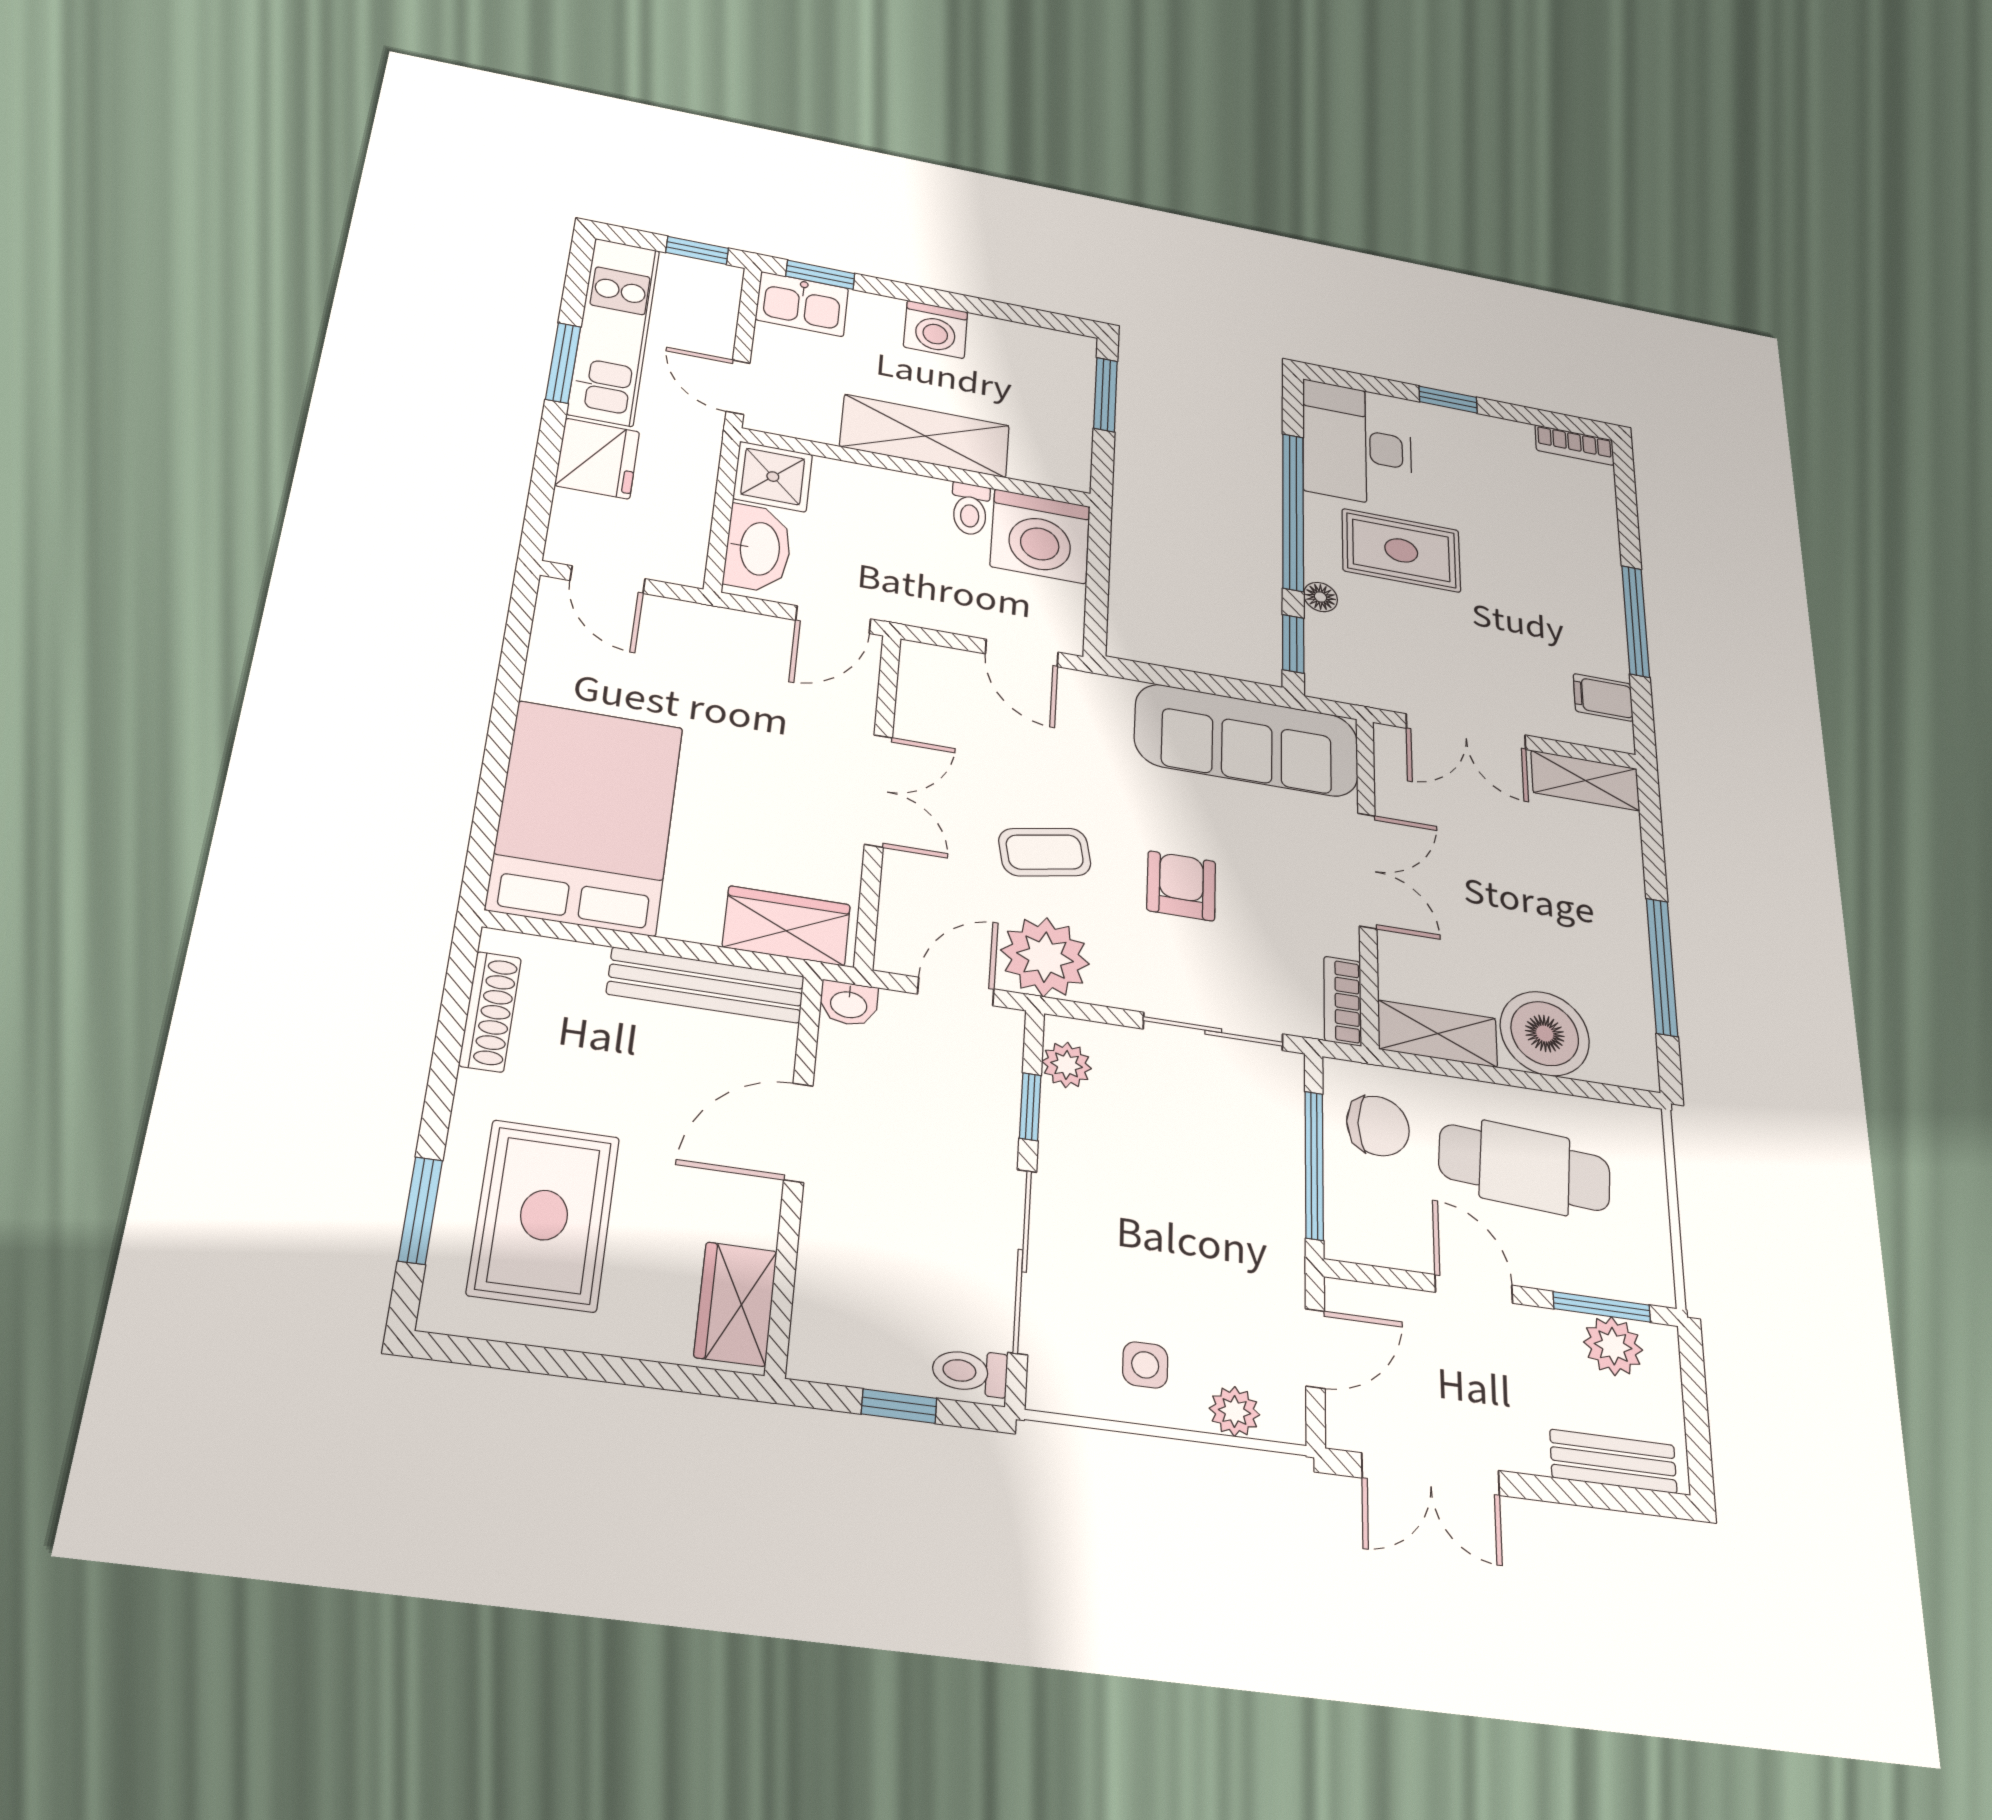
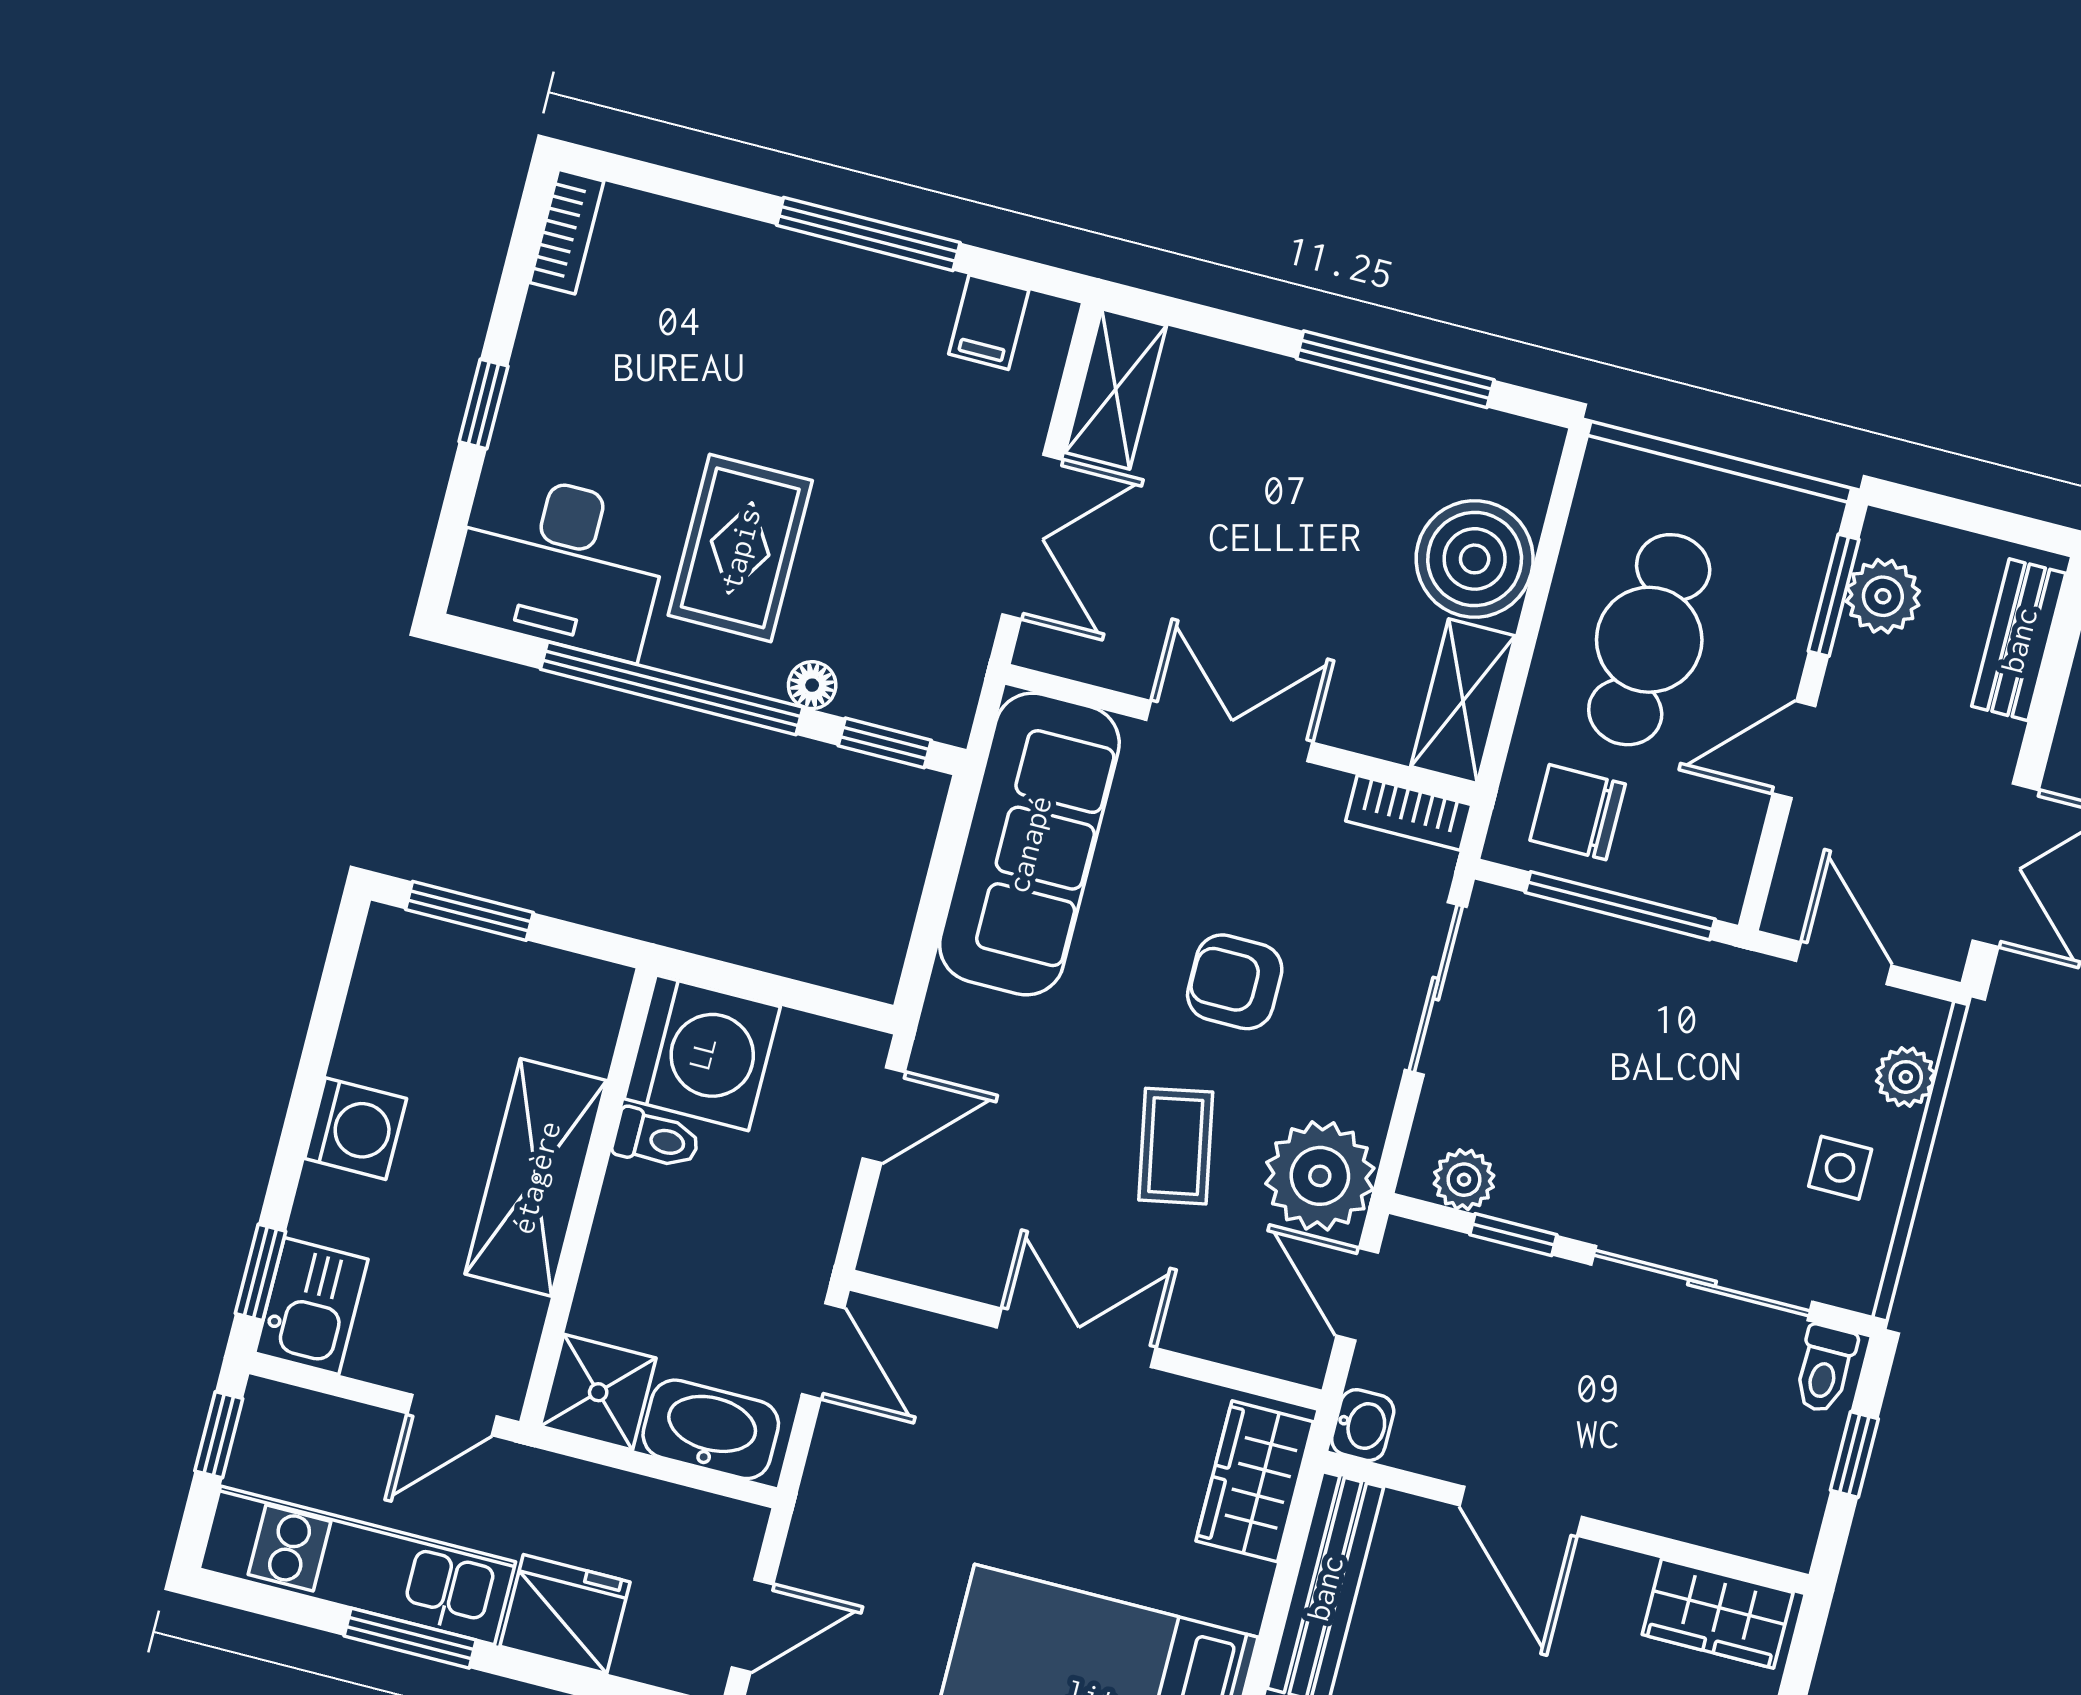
chair: (1378, 1126) -> (1578, 812), turned -90

